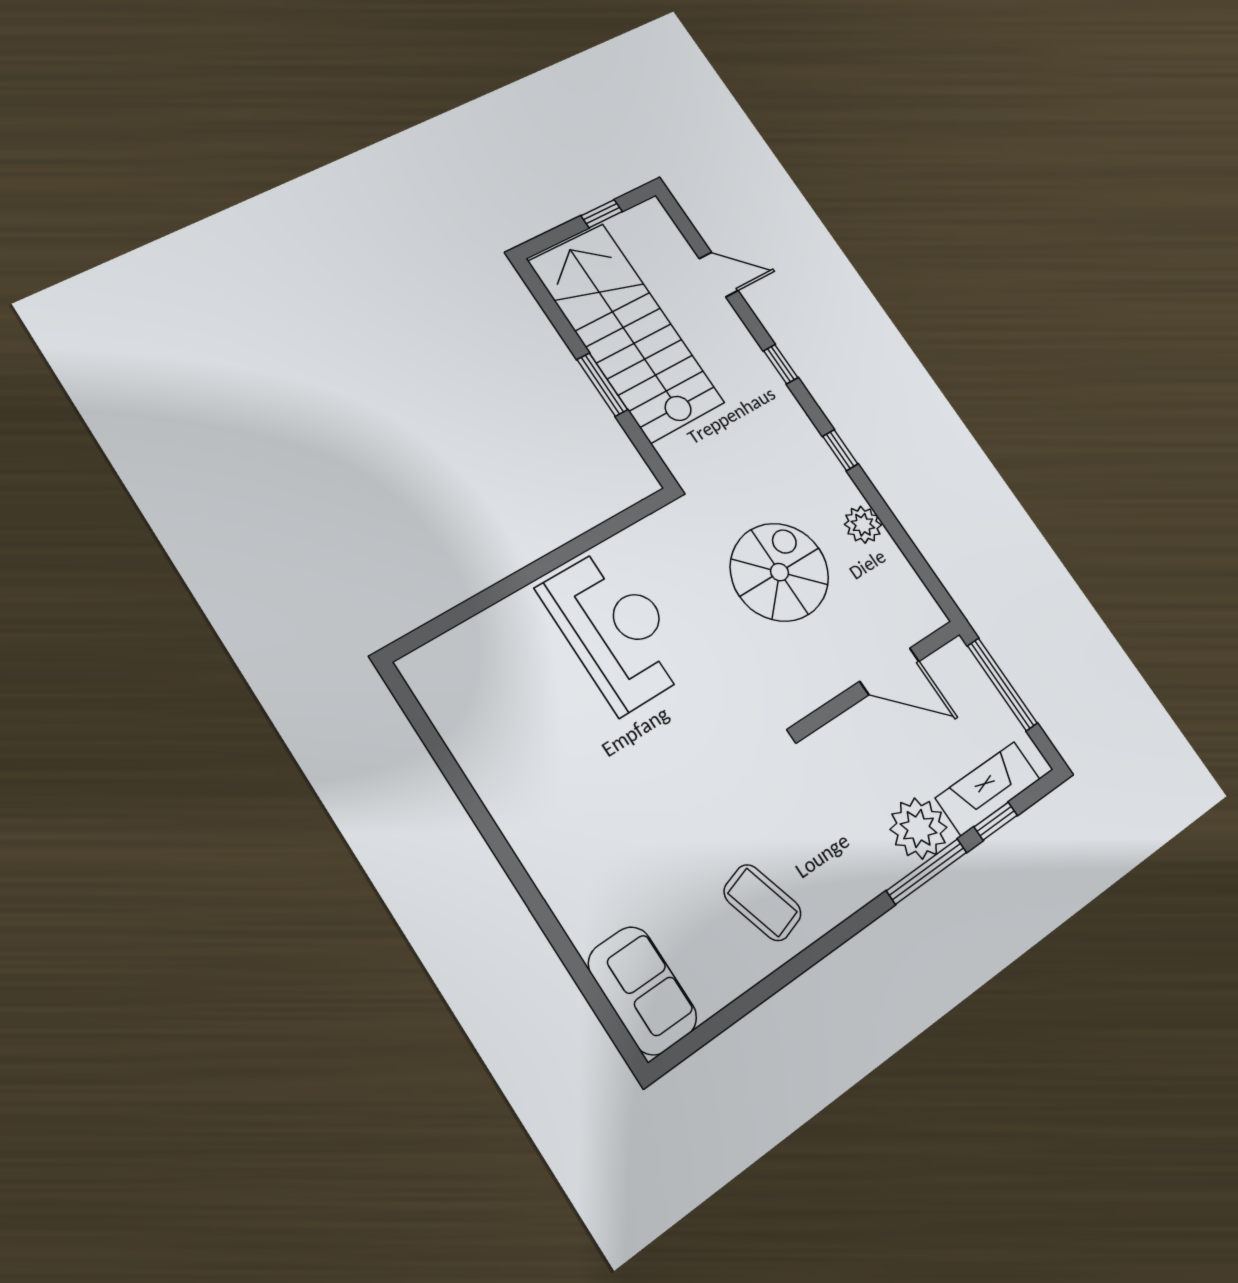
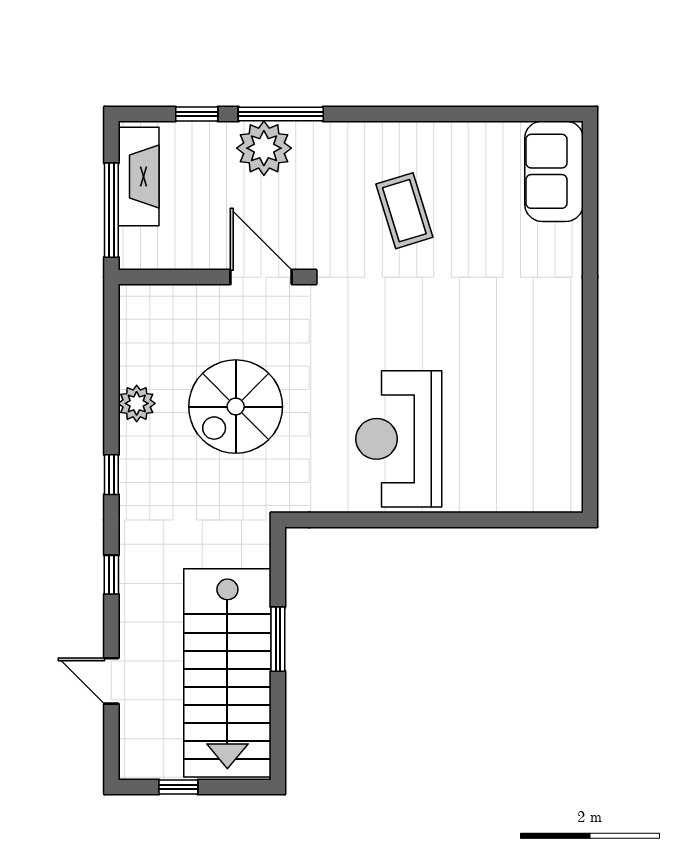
door: (890, 671) -> (261, 277), moved
fireplace: (988, 789) -> (139, 177), moved, turned -90
coffee table: (763, 903) -> (404, 211), moved

